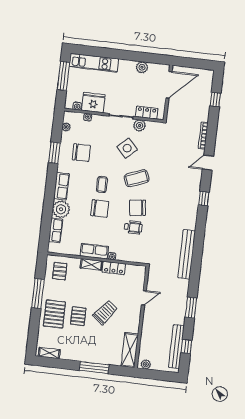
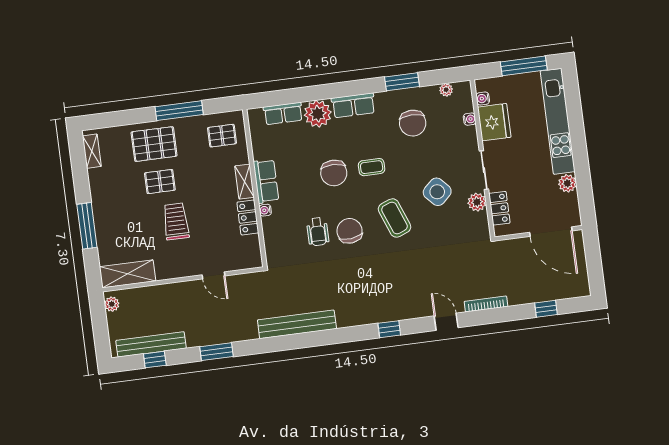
kitchen unit: (94, 63) -> (558, 121), width x1.36
trolley: (105, 312) -> (176, 221), turned -128

